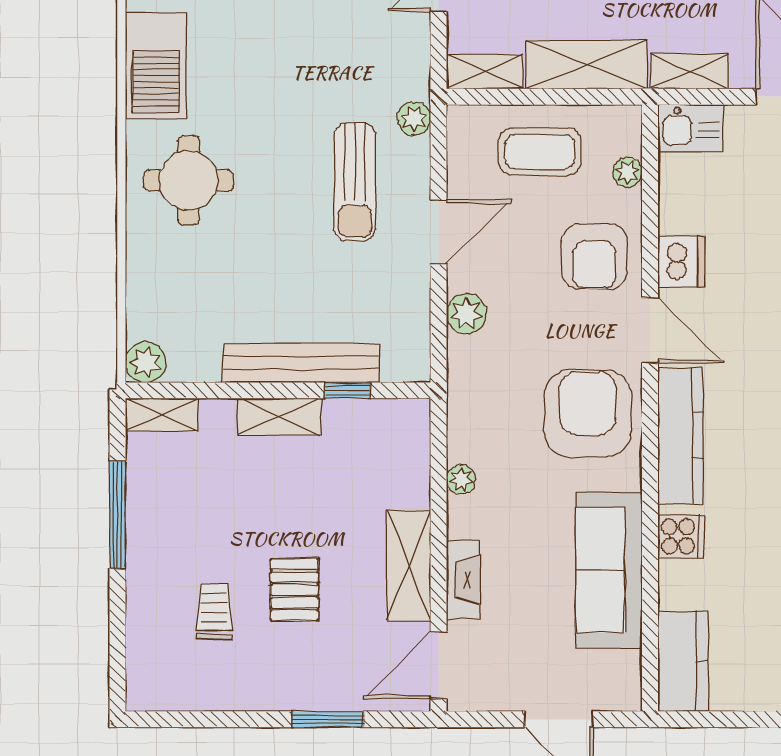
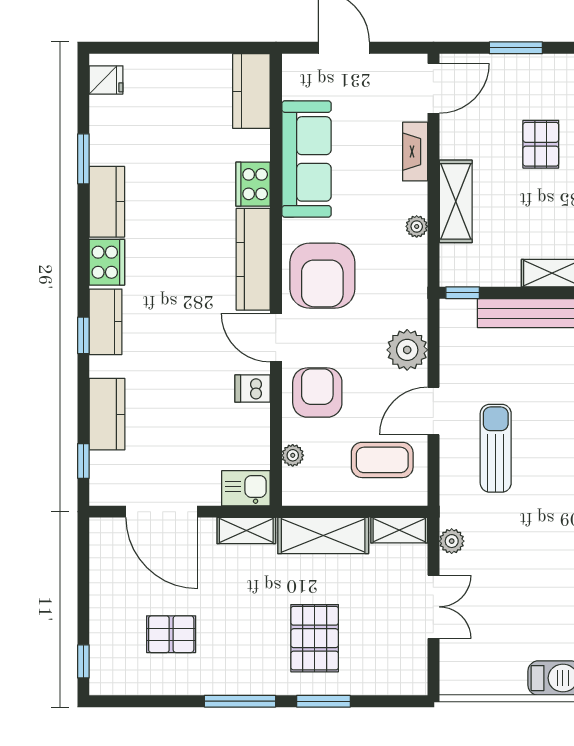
plant: (414, 119) -> (452, 541), moved
coffee table: (540, 152) -> (382, 460), moved
dishwasher: (681, 262) -> (253, 389), width x0.73
plant: (466, 314) -> (407, 350), width x1.36, depth x1.36
window: (347, 390) -> (463, 293), moved
cooker: (681, 536) -> (253, 184), width x1.36
shelving: (409, 565) -> (456, 201), moved

